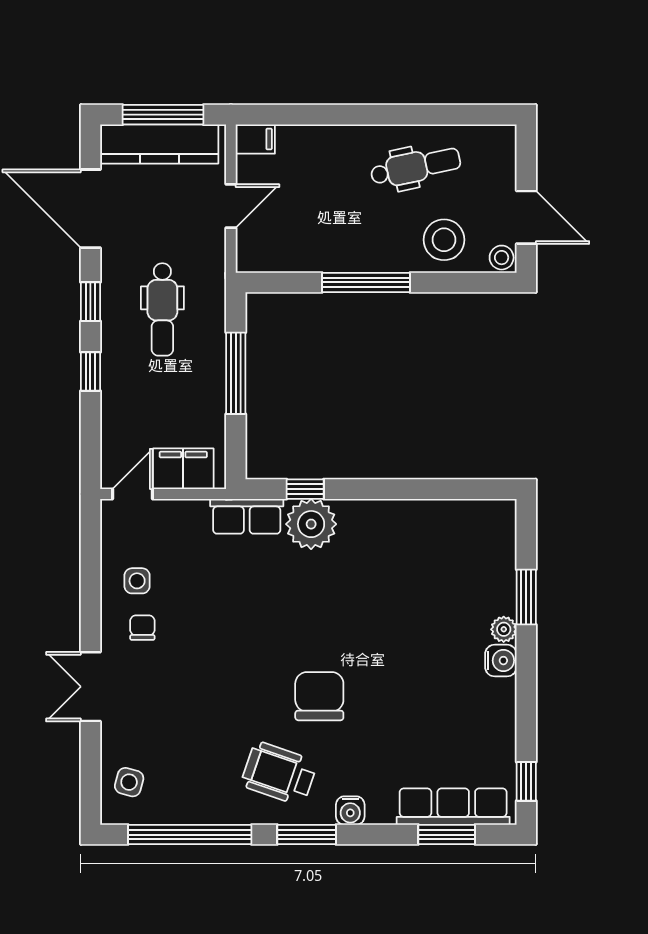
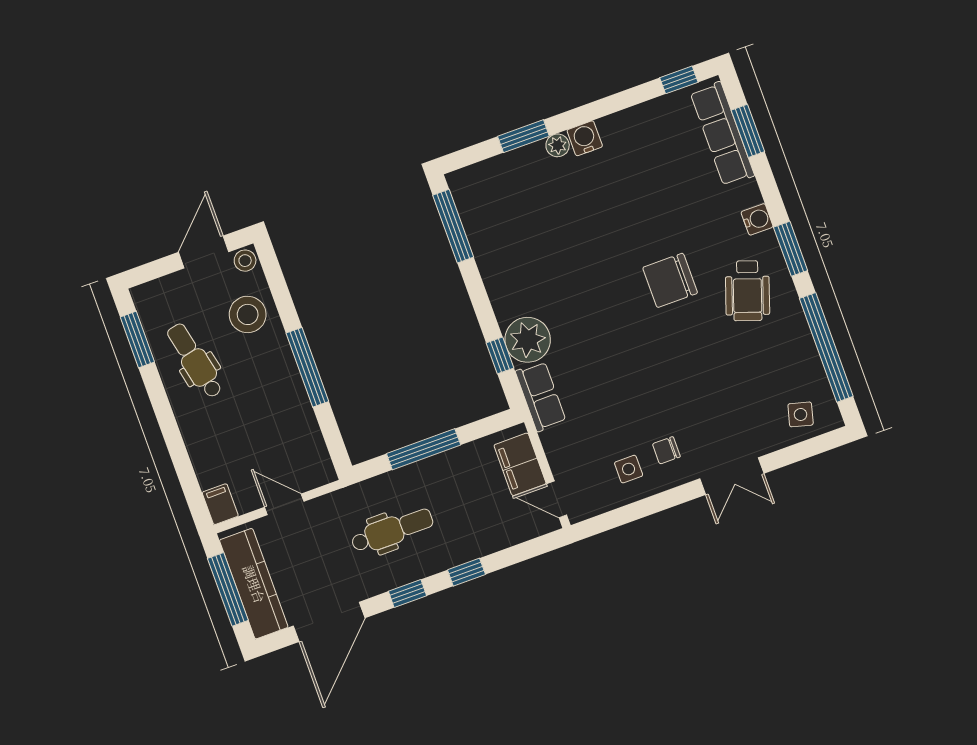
window: (460, 115) -> (137, 339), added
window: (459, 489) -> (453, 226), added

